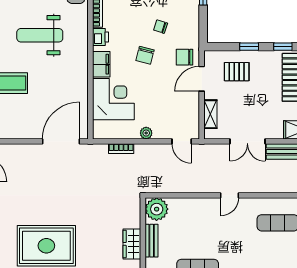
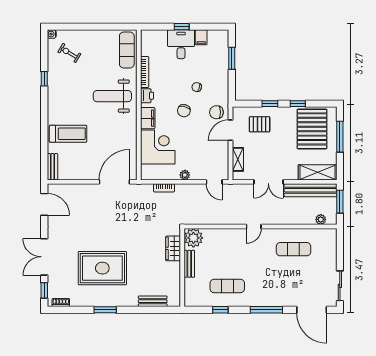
weight bench: (40, 35) -> (112, 96), moved
wardrobe: (132, 244) -> (173, 248), moved

